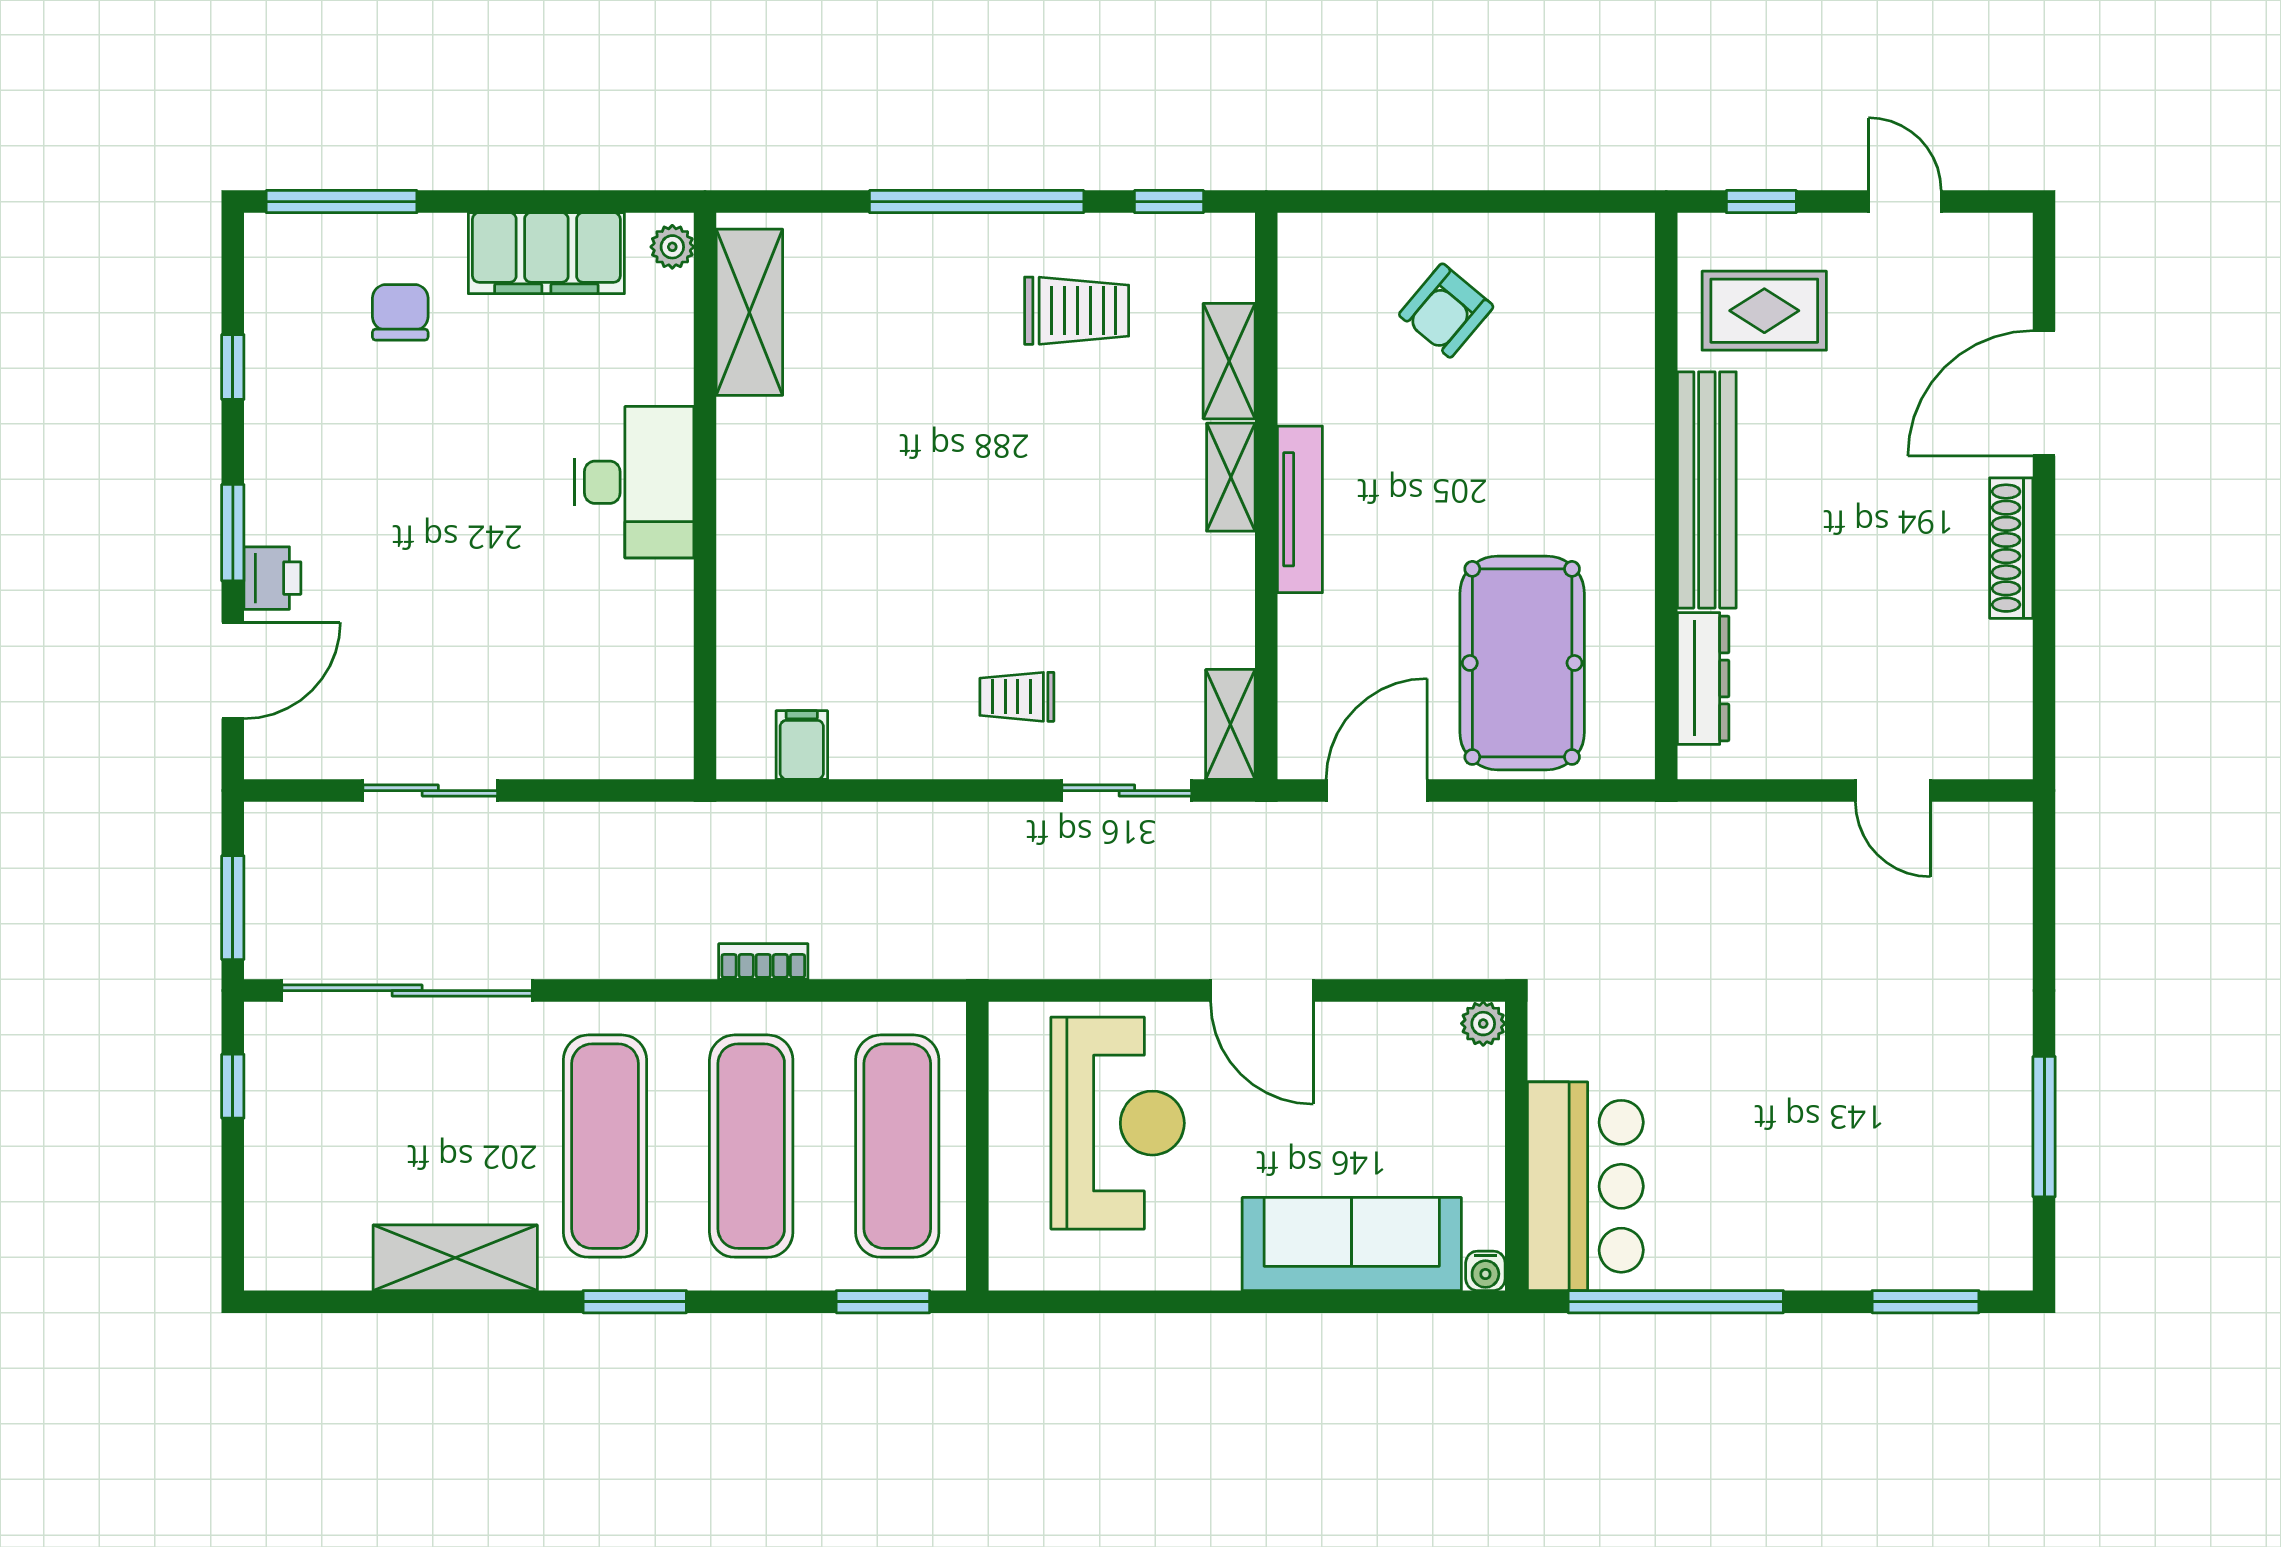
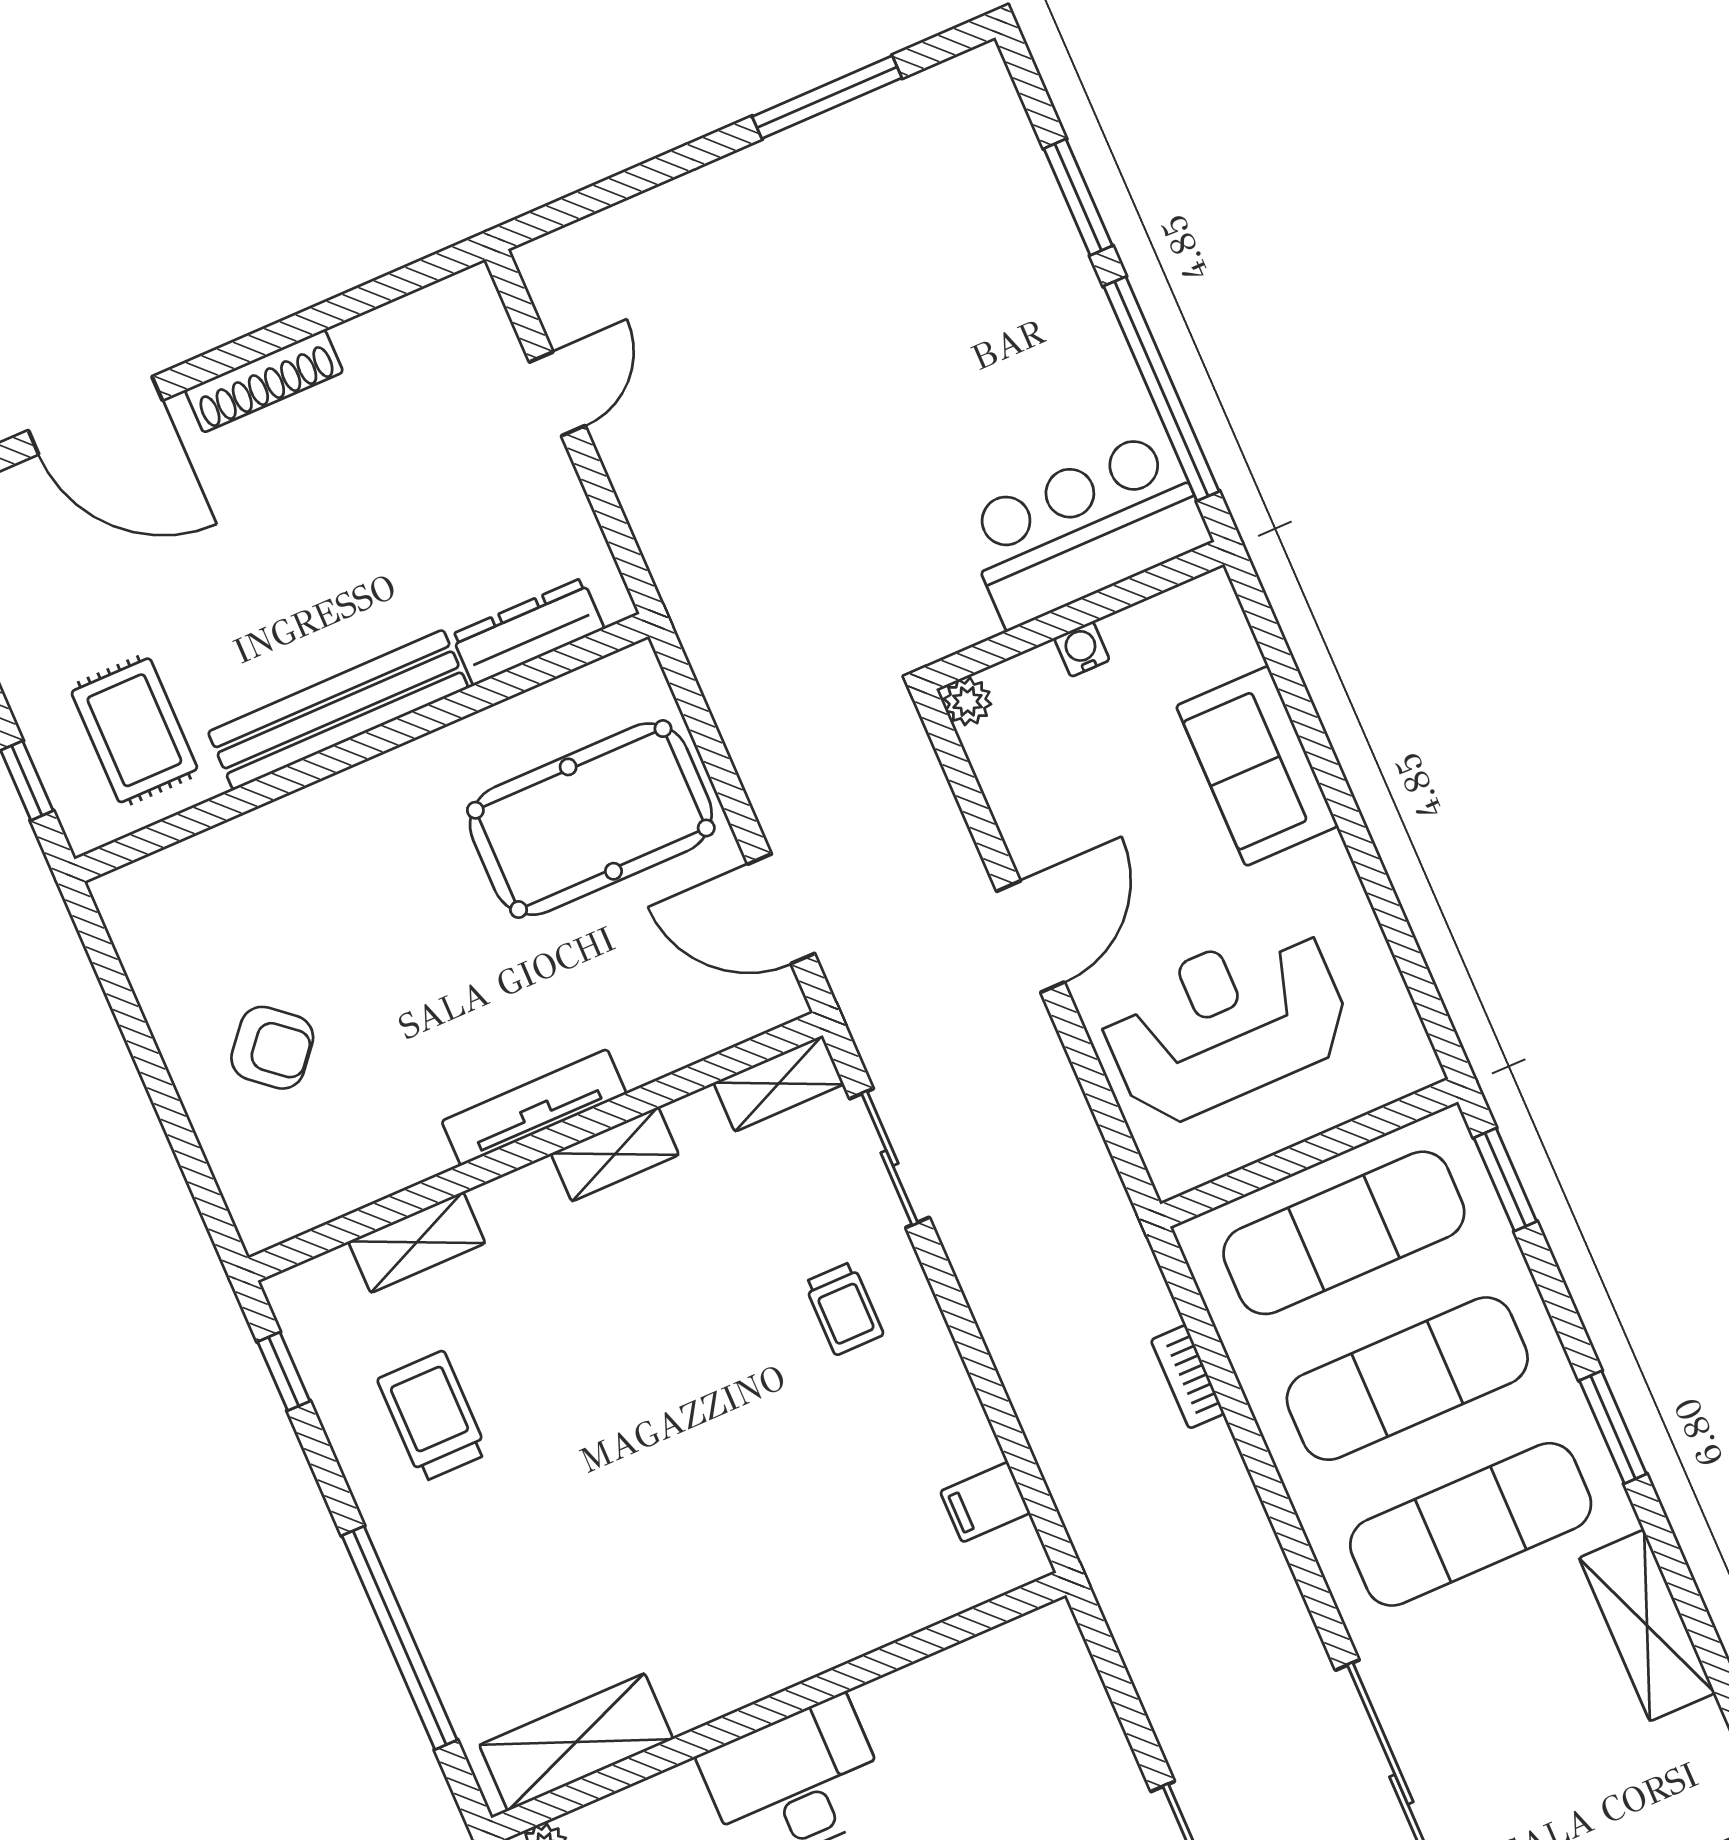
window: (977, 202) -> (400, 1638), moved
shelving: (1231, 477) -> (615, 1154), moved
bookcase: (763, 962) -> (1188, 1377), moved
sofa: (1352, 1244) -> (1257, 766), width x0.73
water cooler: (1485, 1271) -> (1082, 649), moved, turned -90
window: (1926, 1302) -> (1078, 197), moved

